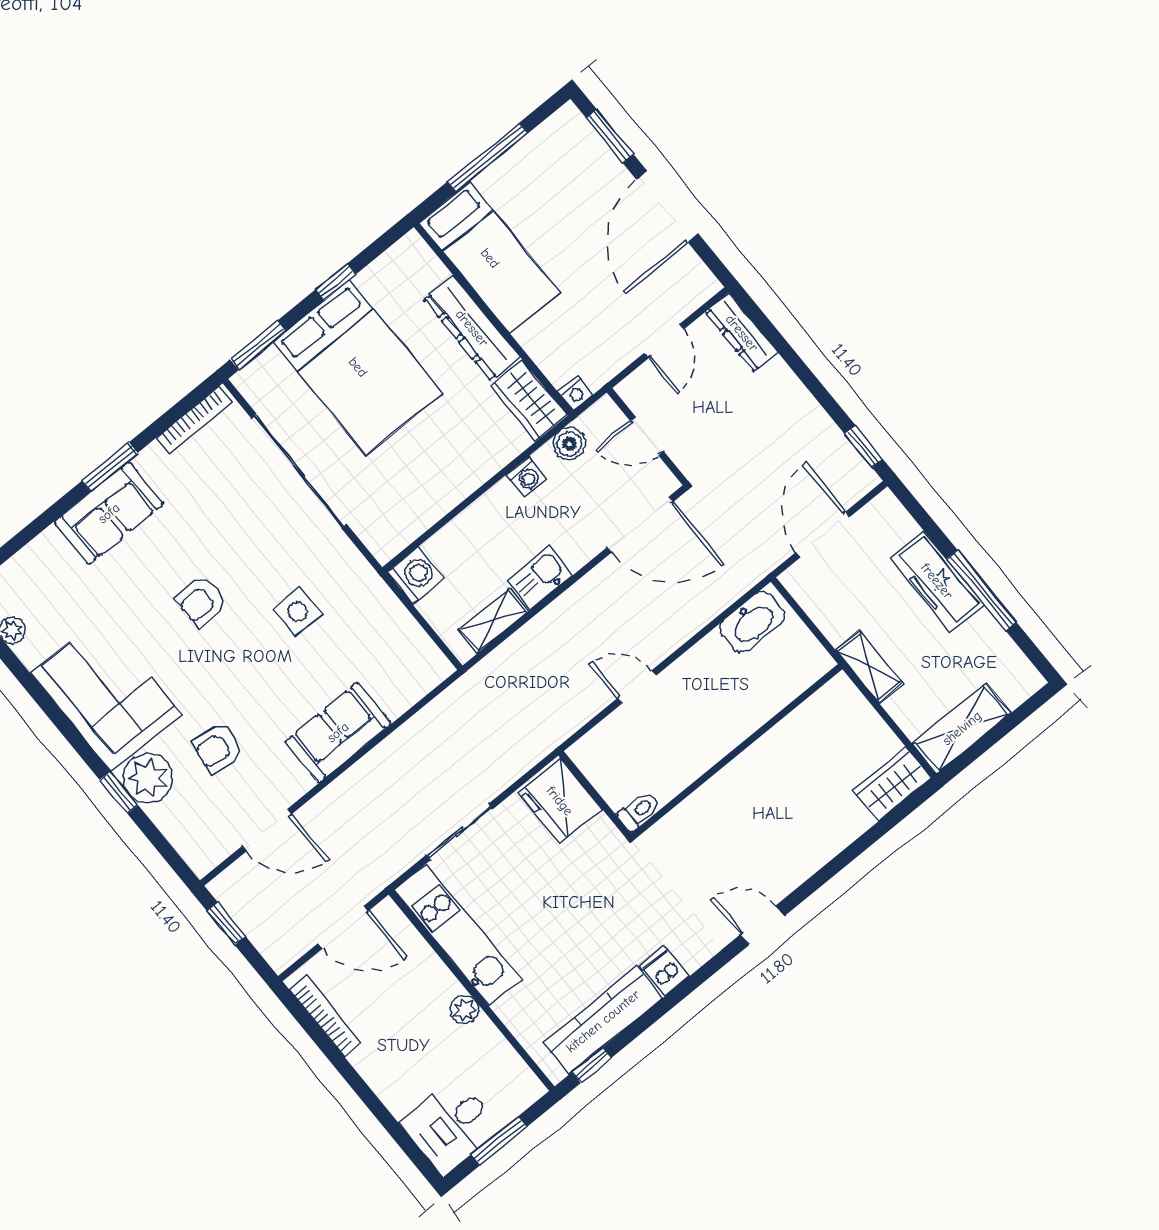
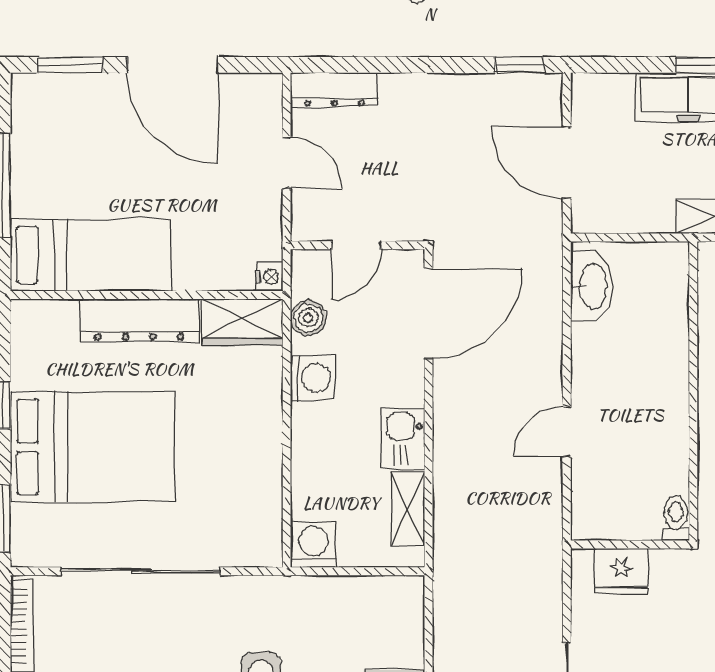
washing machine: (527, 477) -> (313, 378), width x1.38, depth x1.38
fridge: (560, 801) -> (621, 571), width x0.73, depth x0.75

